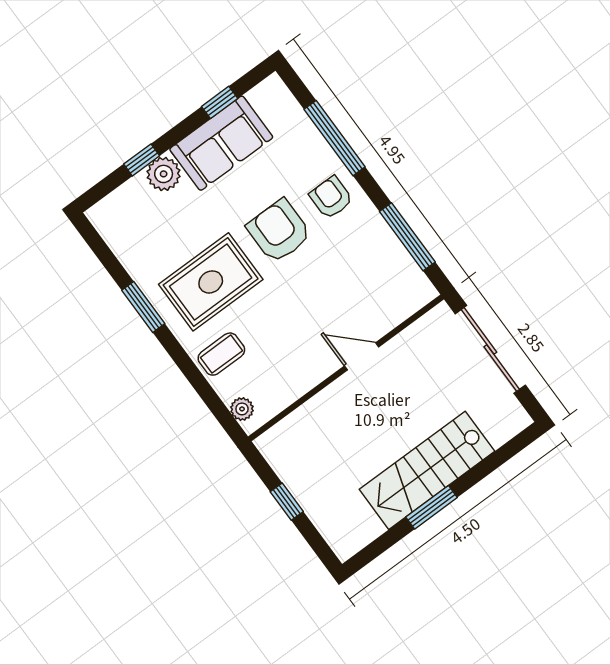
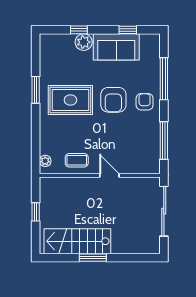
armchair: (279, 231) -> (113, 100), turned 180
coffee table: (221, 354) -> (77, 160), moved
stairs: (427, 470) -> (77, 241), moved

